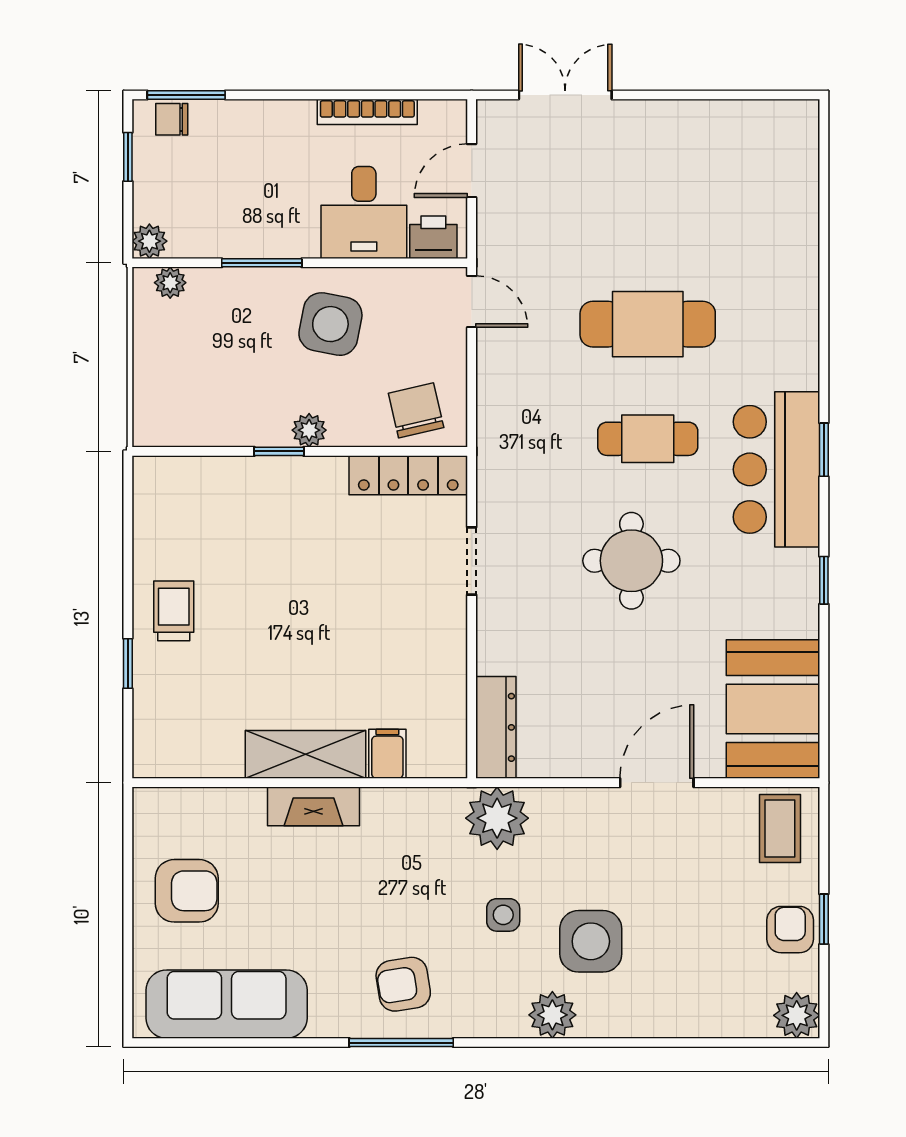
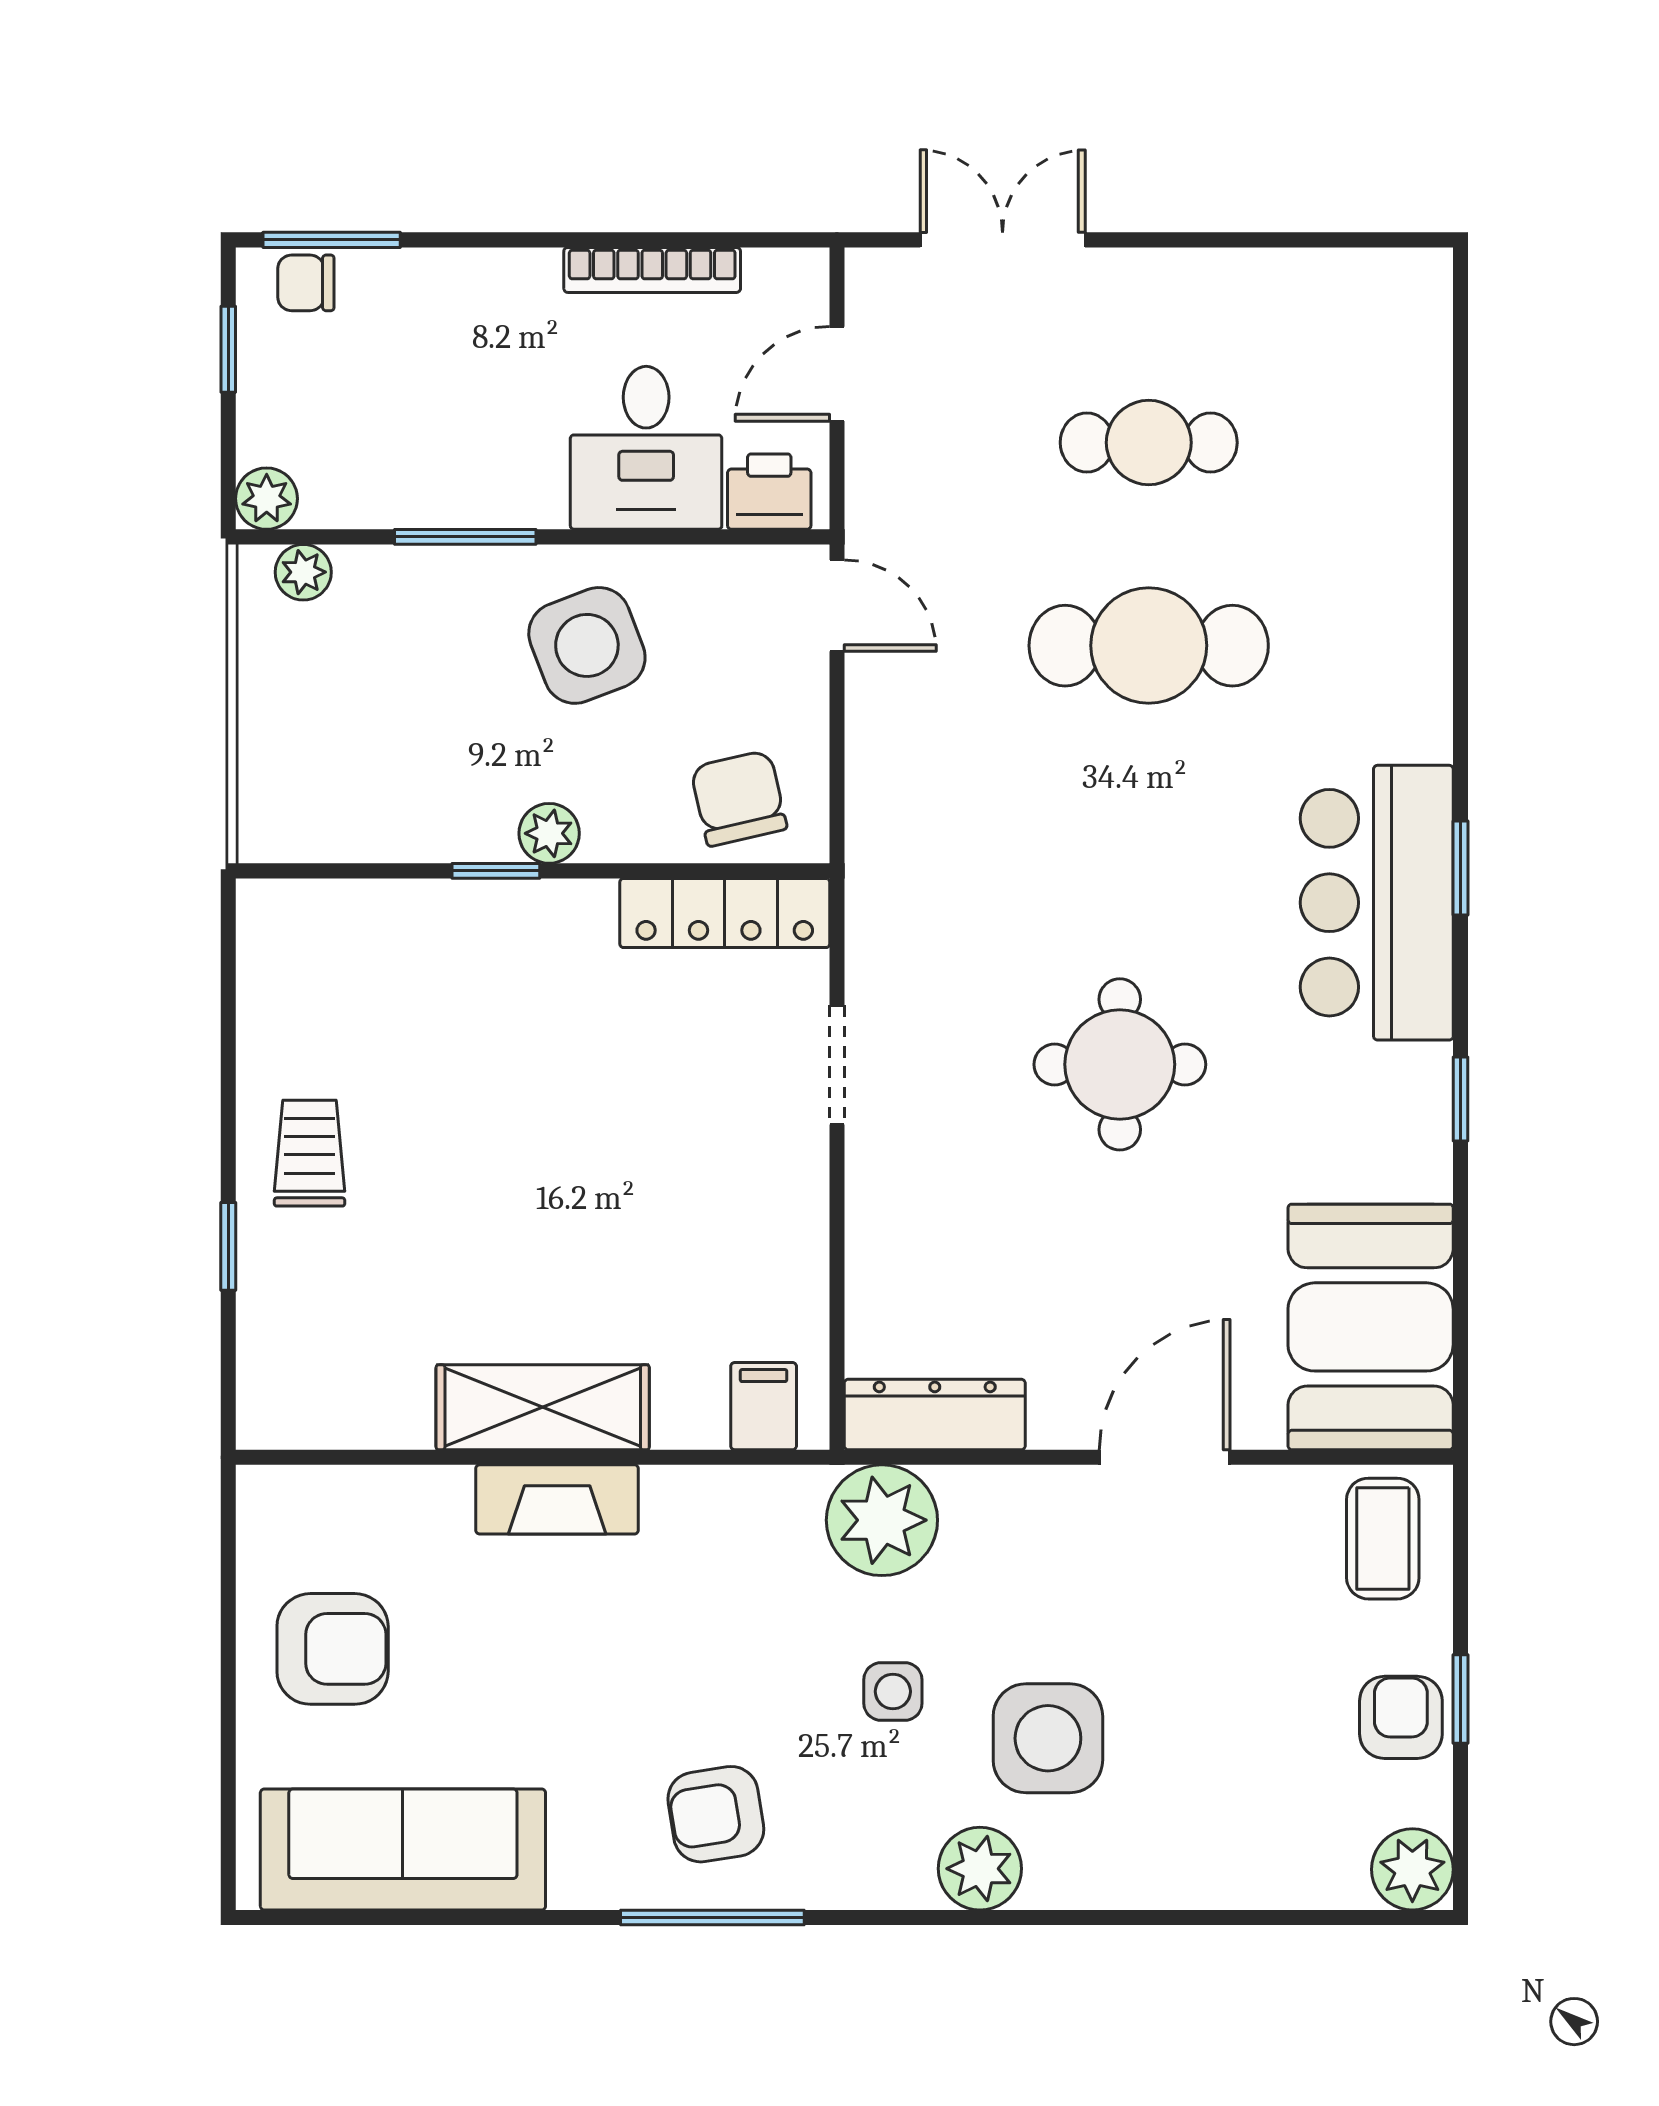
side table: (330, 324) -> (587, 645), turned -32
cafe table: (648, 439) -> (1149, 443), moved
dresser: (496, 727) -> (935, 1414), moved, turned -90
filing cabinet: (387, 754) -> (764, 1406), moved

